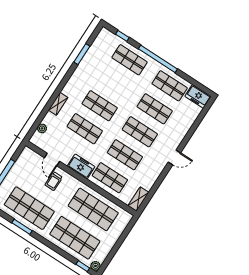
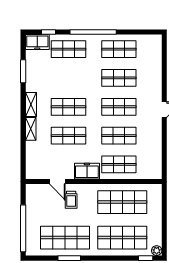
freezer: (198, 96) -> (37, 42), moved
plant: (42, 128) -> (31, 160), removed
shelving: (138, 199) -> (31, 104), moved

